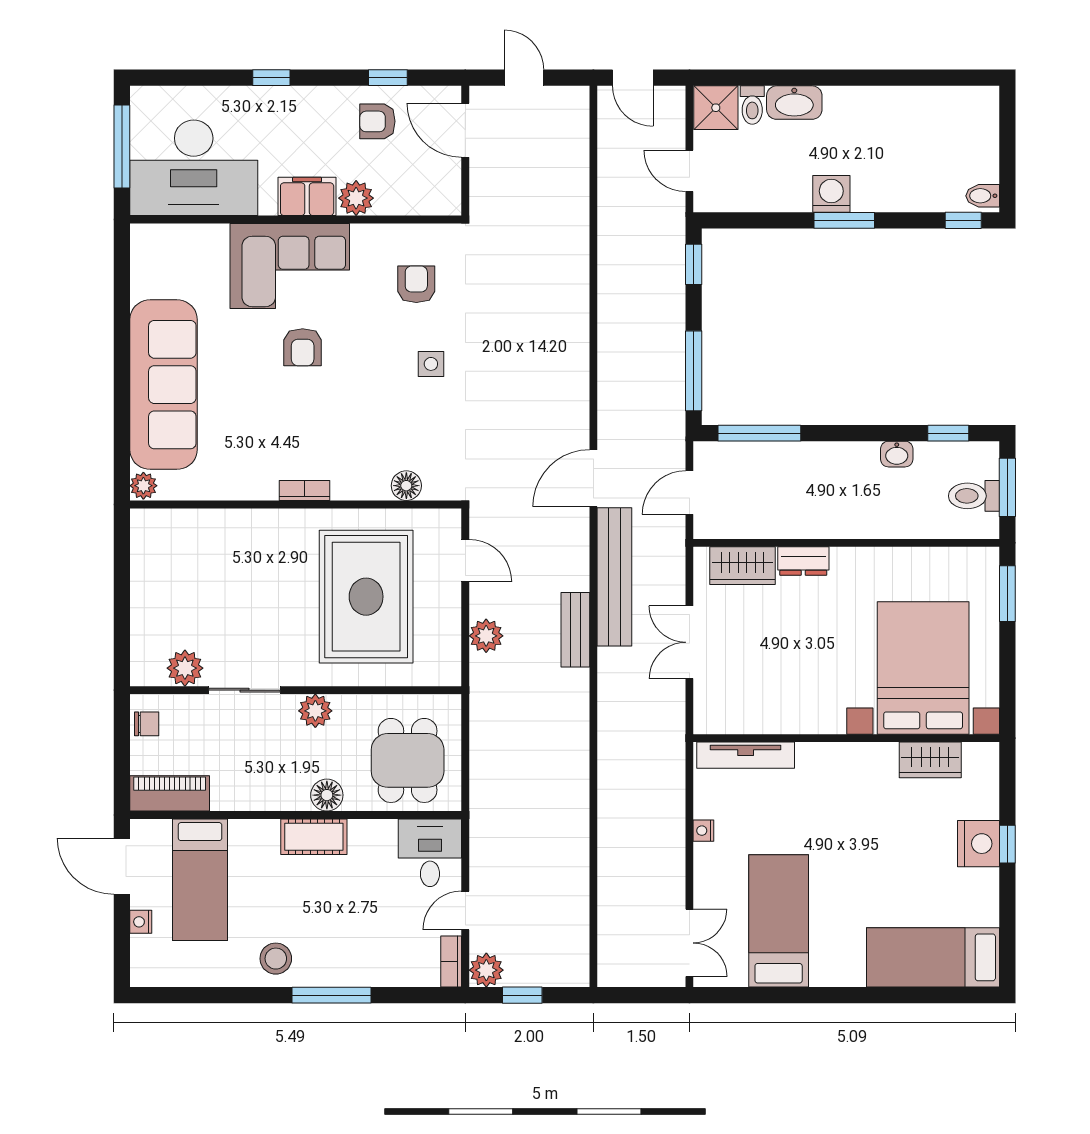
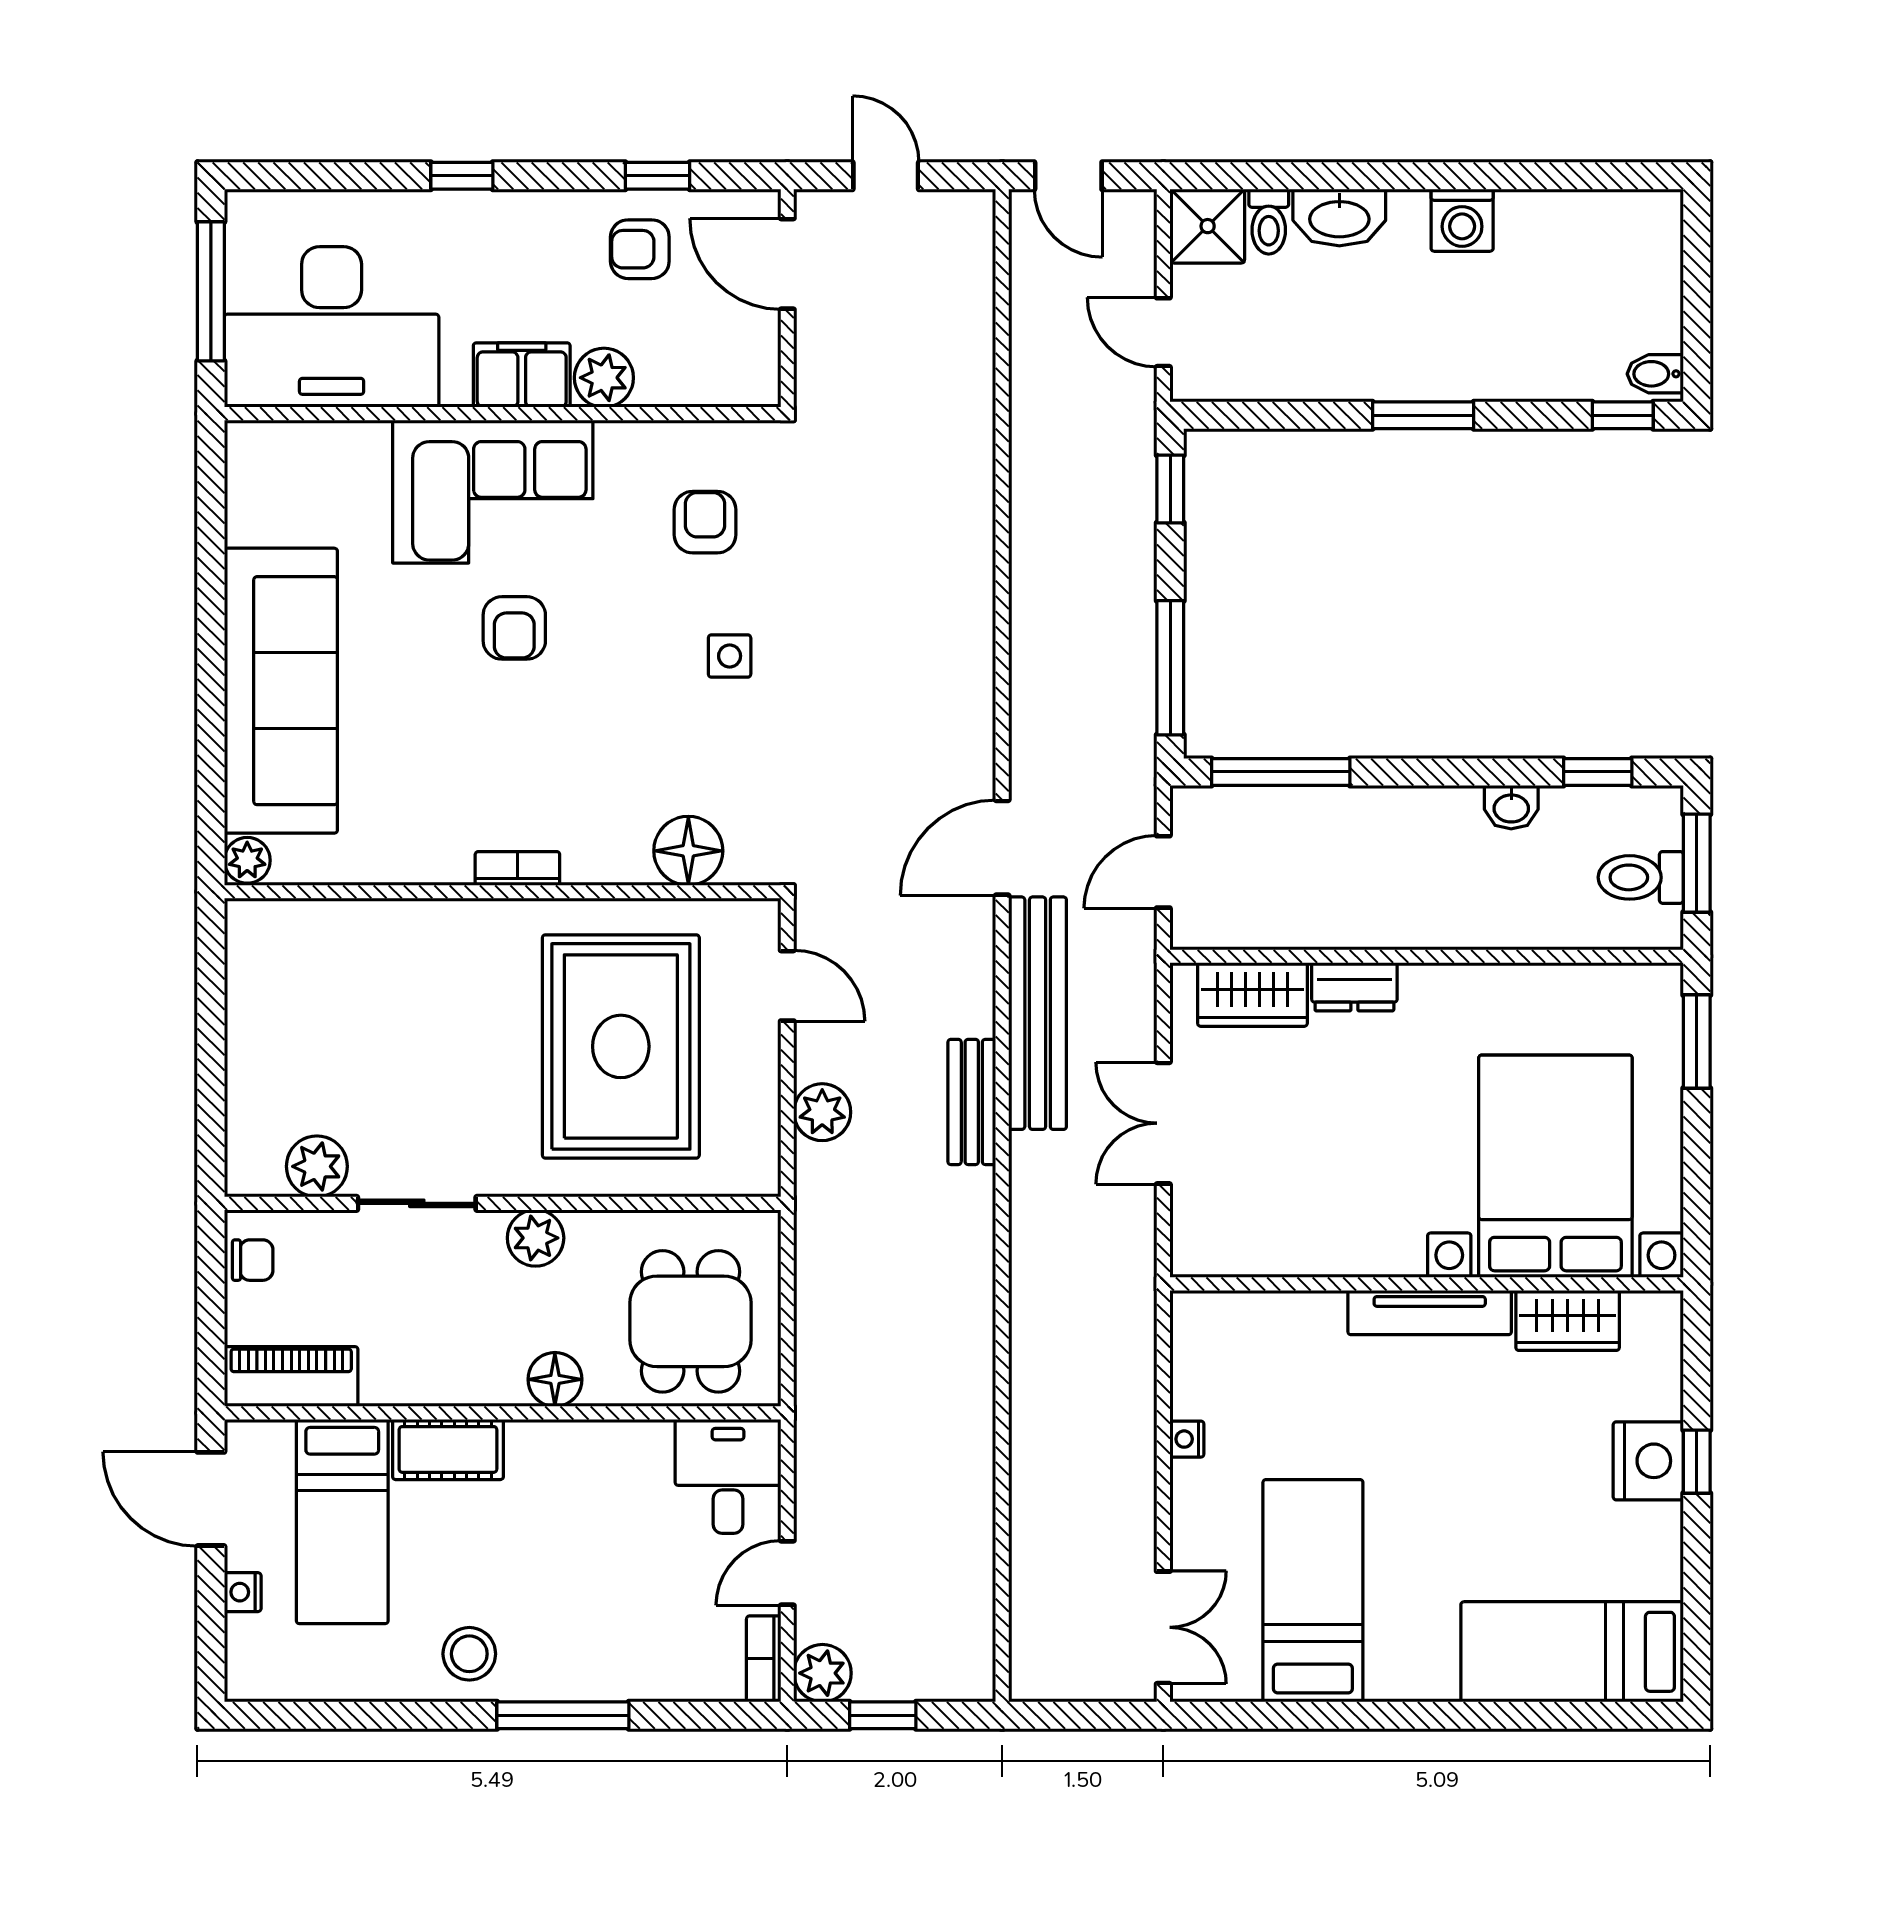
washing machine: (831, 194) -> (1462, 220), moved, turned 180
floor lamp: (406, 486) -> (688, 851), width x1.38, depth x1.38
tv unit: (746, 755) -> (1430, 1313), moved
cot: (314, 837) -> (448, 1449), moved

